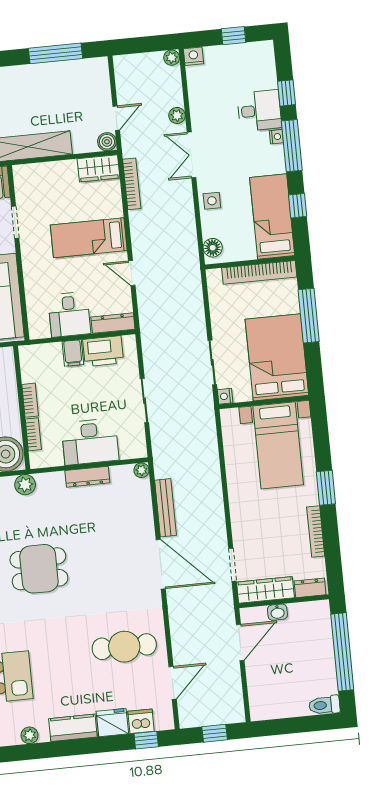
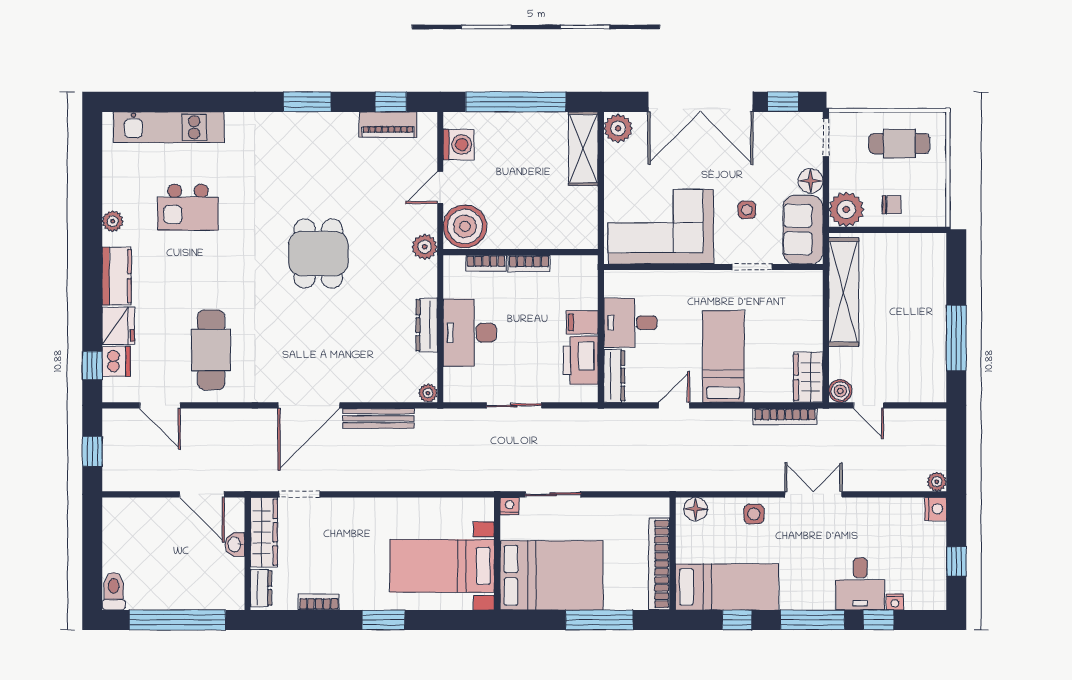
plant: (177, 115) -> (864, 481), removed
nightstand: (276, 137) -> (895, 602), moved
bookcase: (316, 532) -> (319, 602), width x0.64

